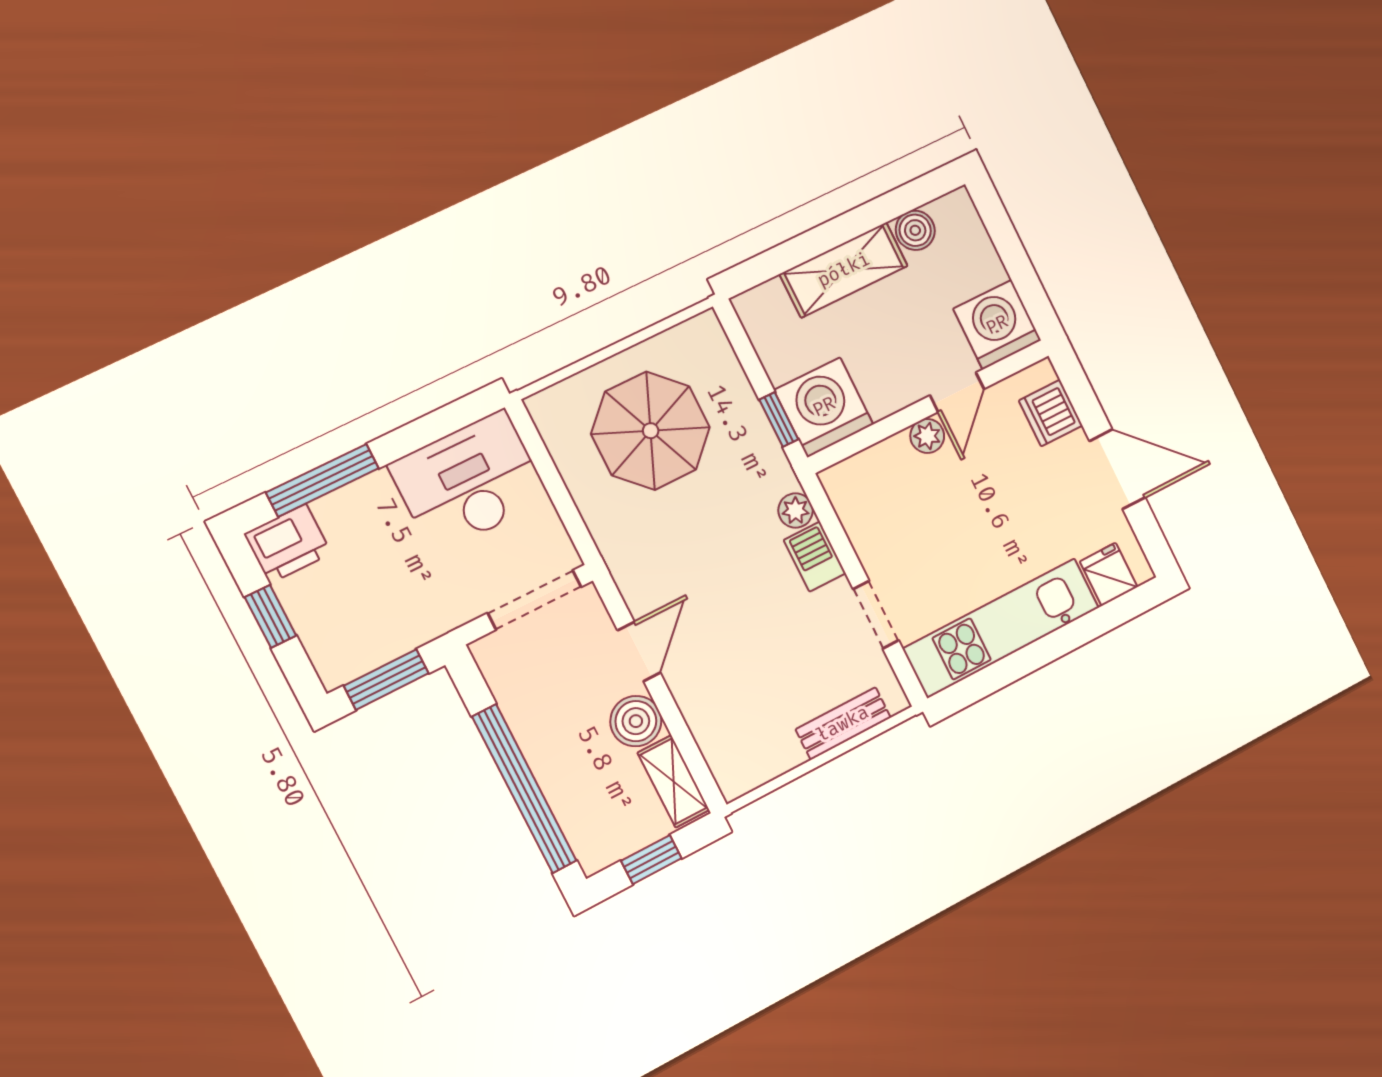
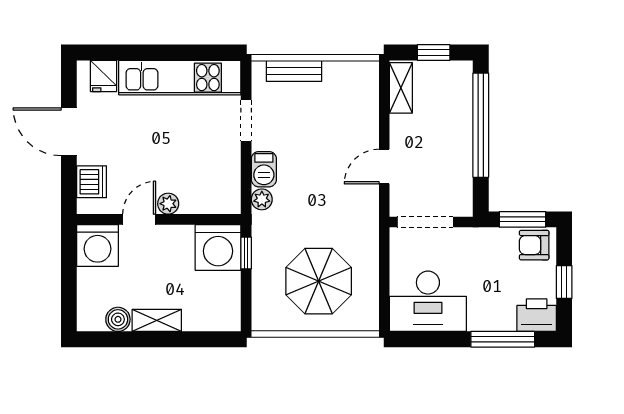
shelving: (844, 270) -> (157, 320), width x0.67, depth x0.75
armchair: (348, 649) -> (534, 245), added
boiler: (636, 721) -> (405, 130), removed

